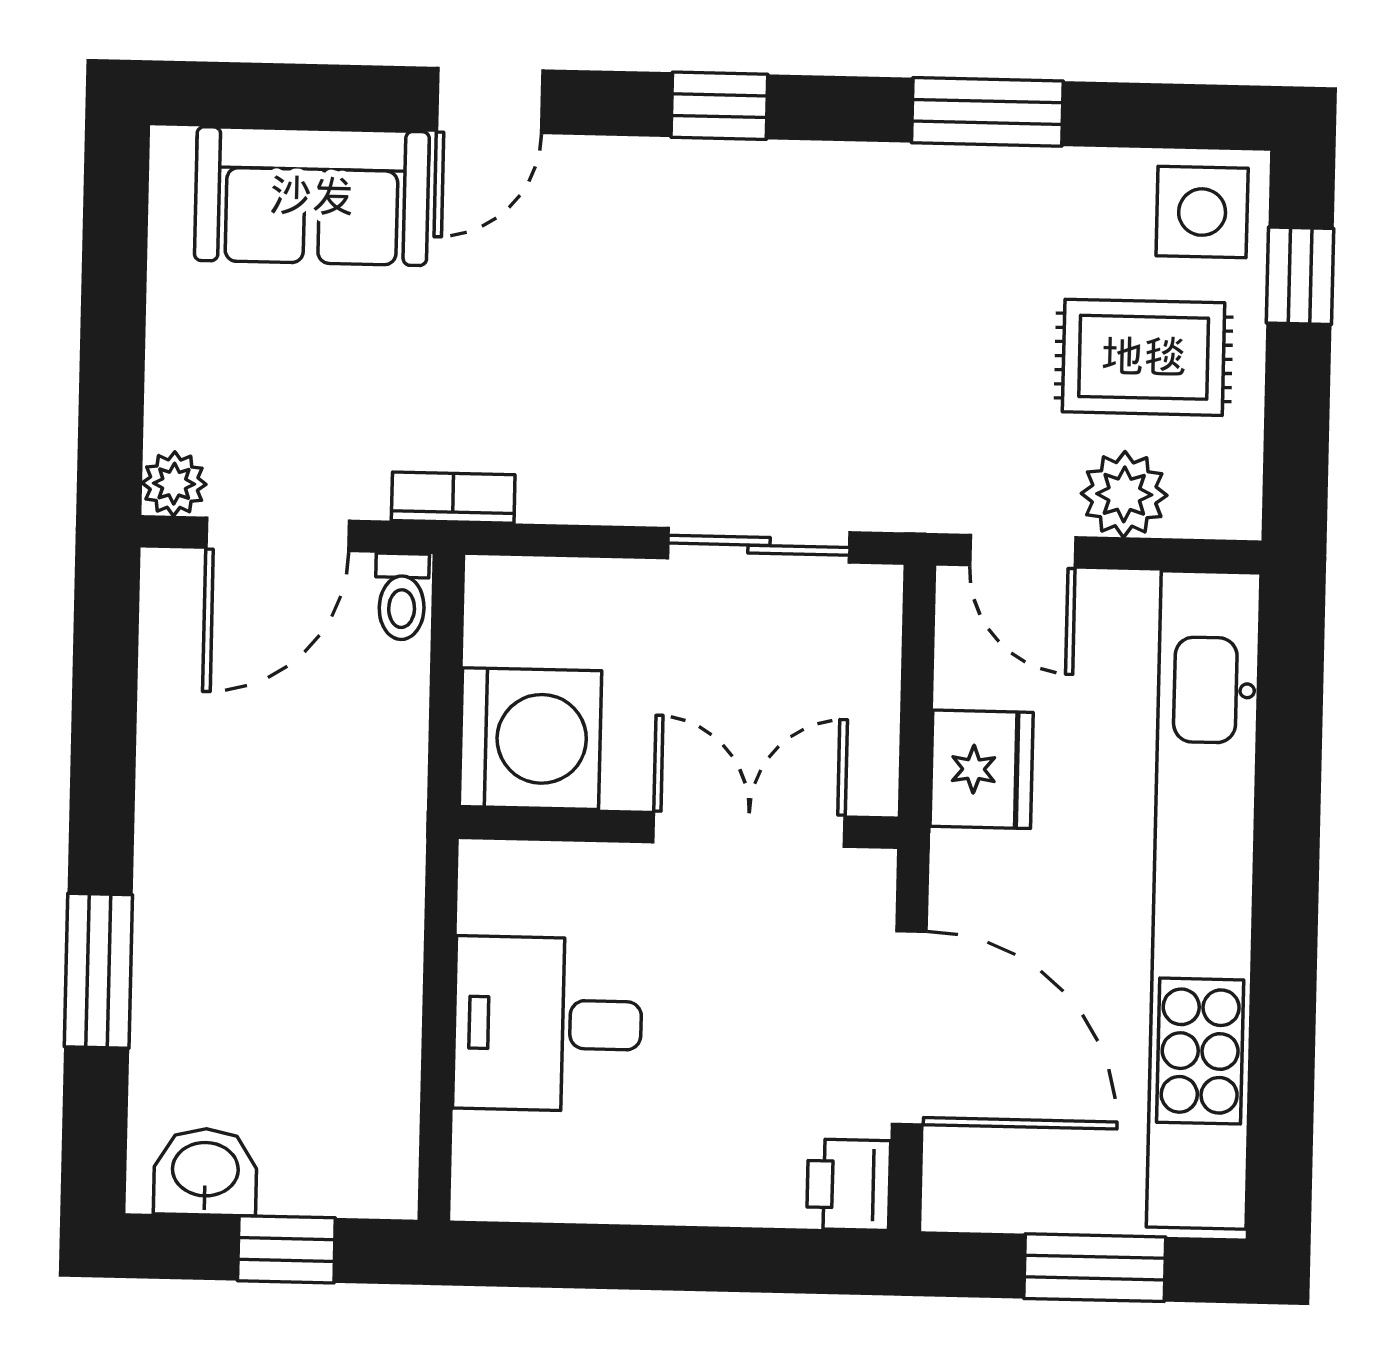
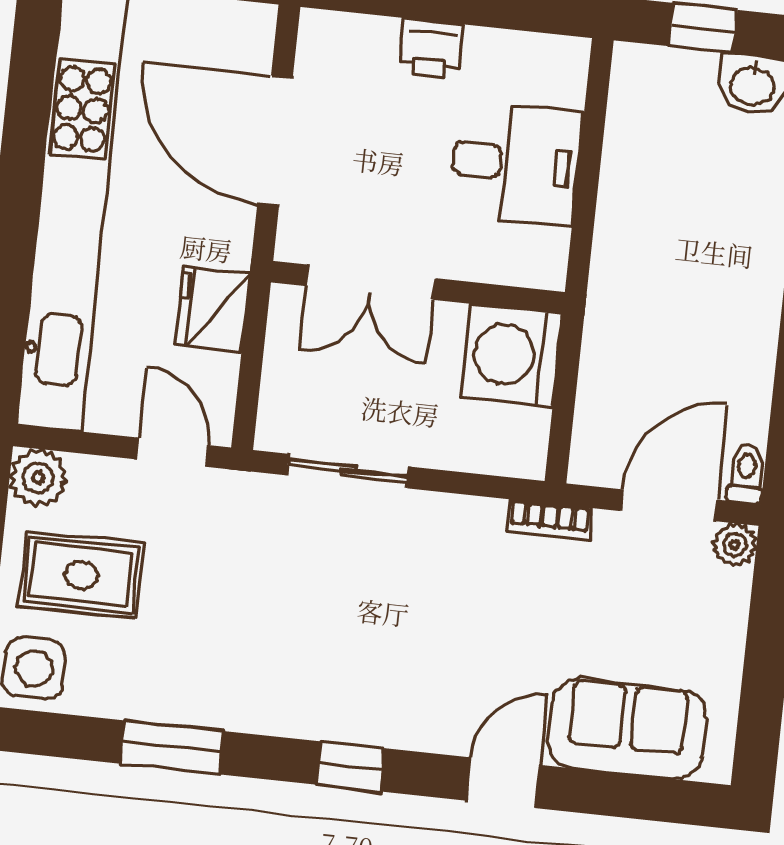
plant: (1124, 494) -> (38, 478), moved
toilet: (402, 597) -> (746, 474), moved
printer: (849, 1185) -> (431, 48), moved, turned 90

